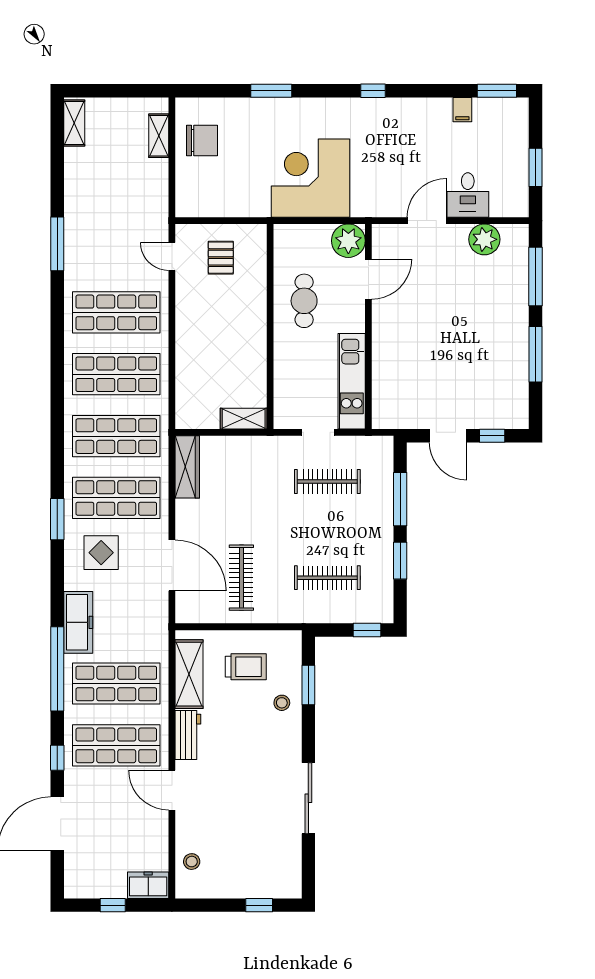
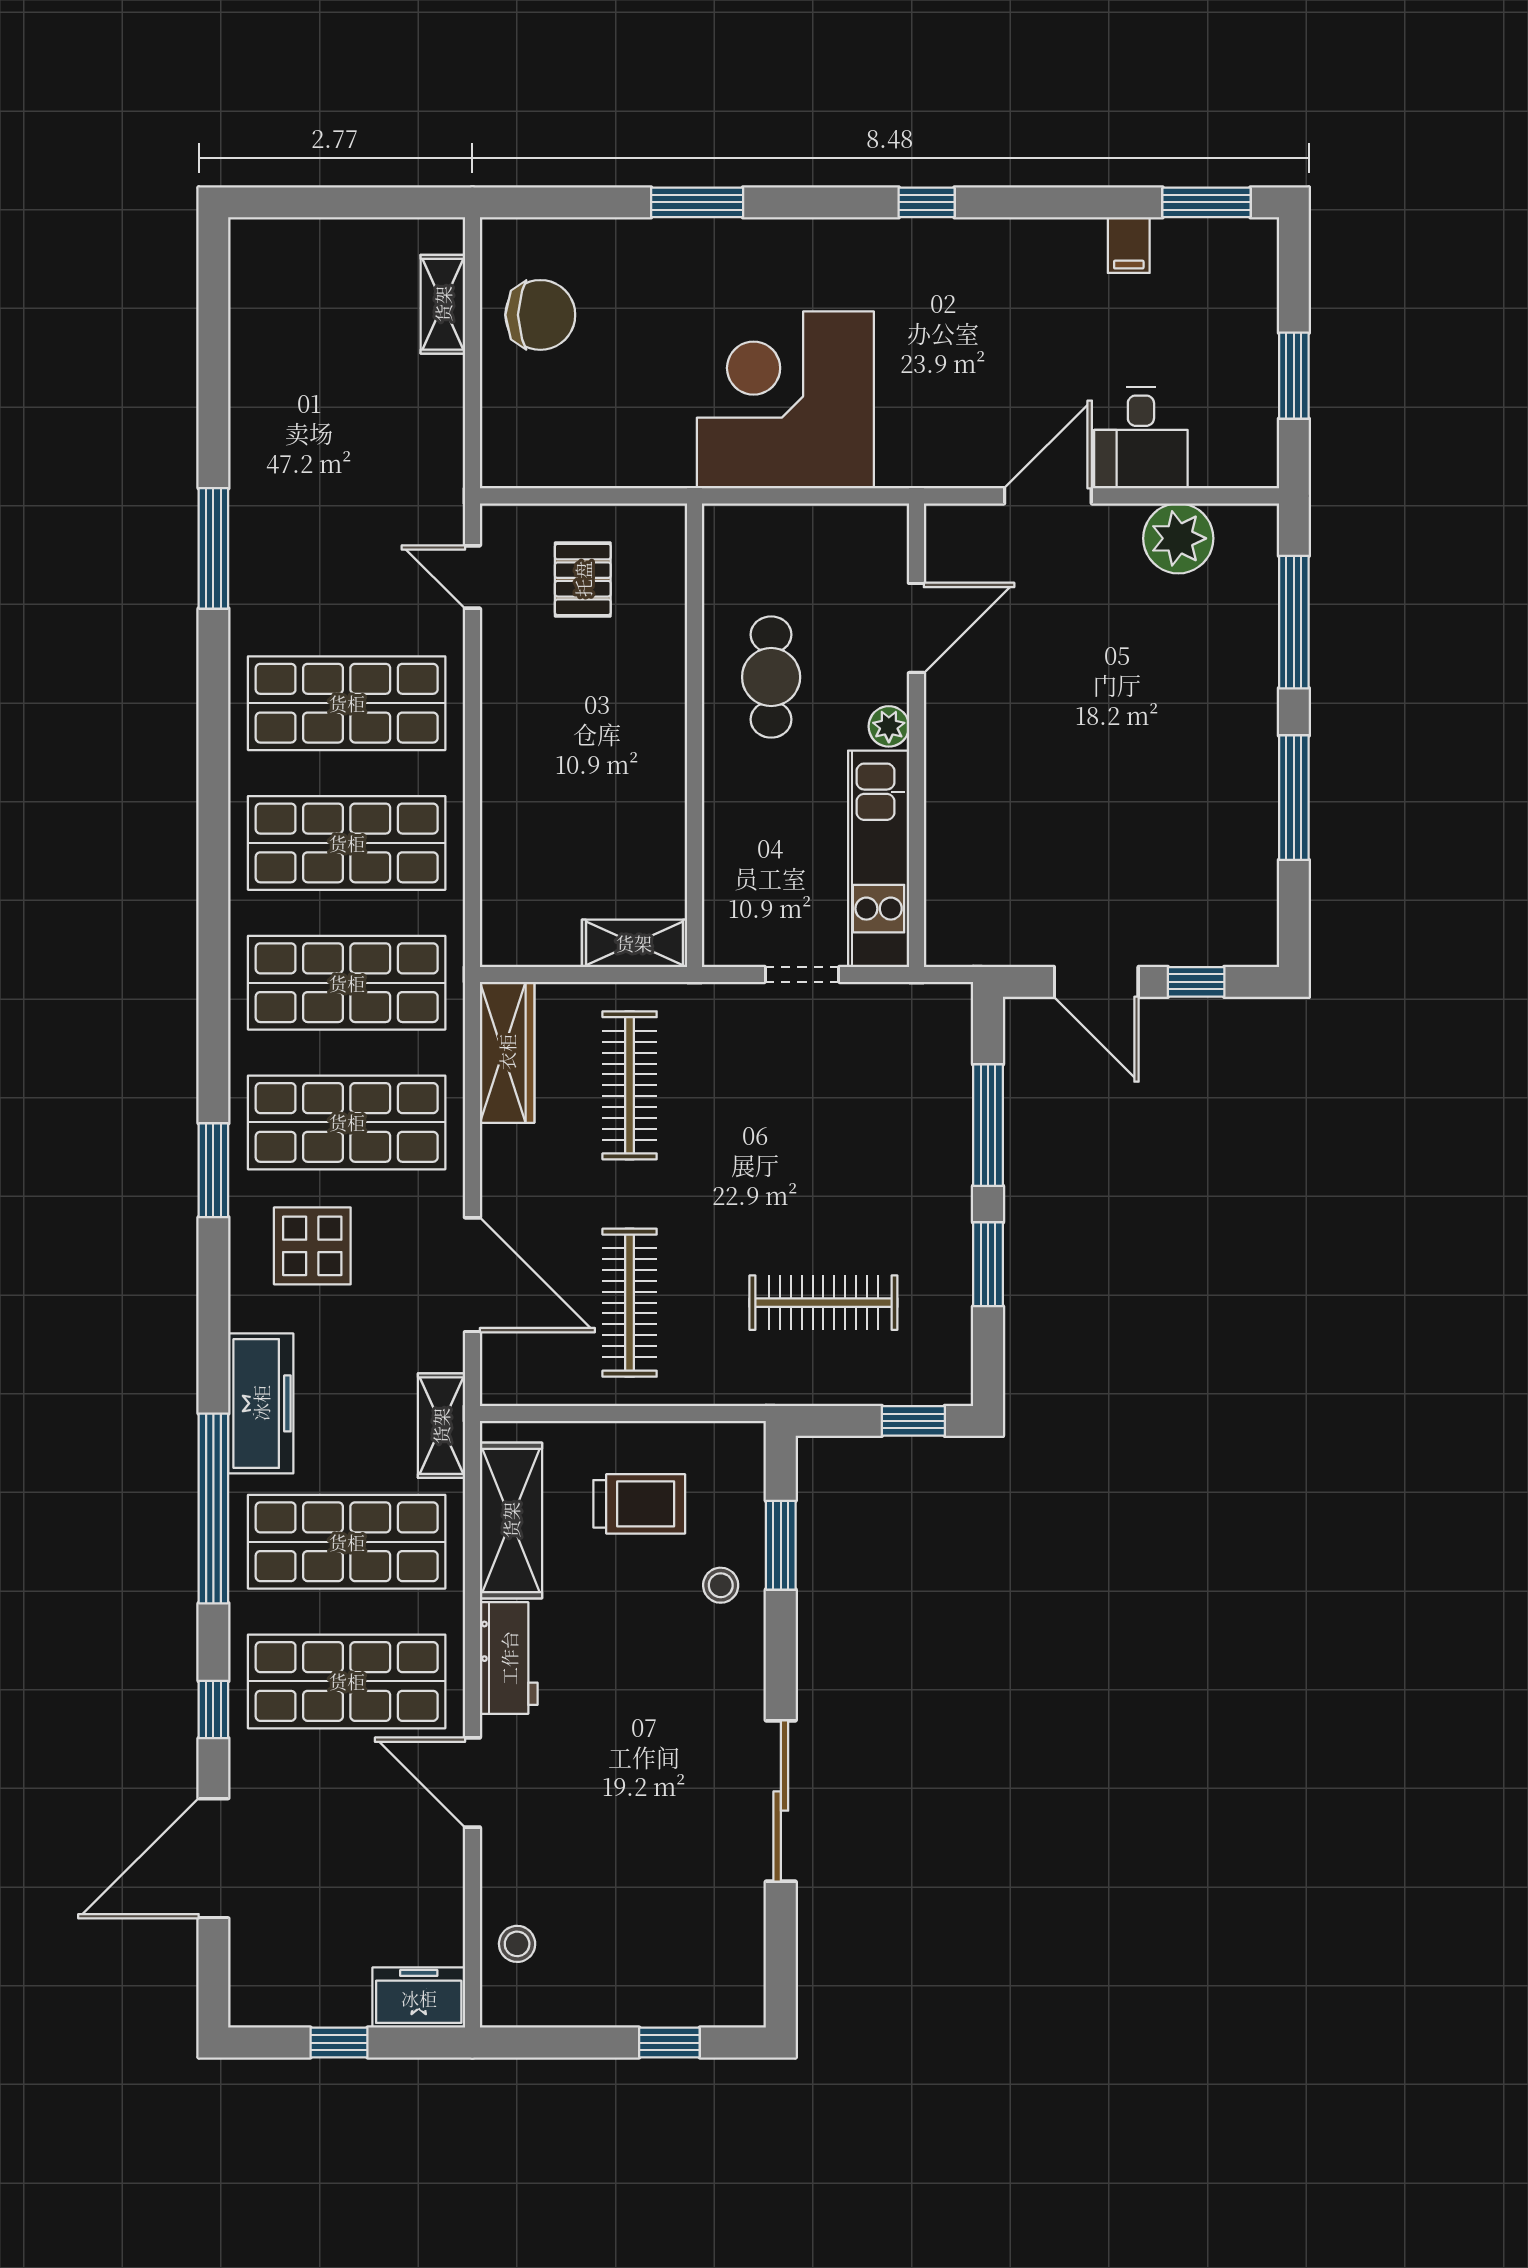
shelving: (74, 123) -> (441, 1426), moved
plant: (348, 241) -> (889, 726), moved, width x0.53, depth x0.53
clothes rail: (327, 482) -> (630, 1085), moved, turned 90

